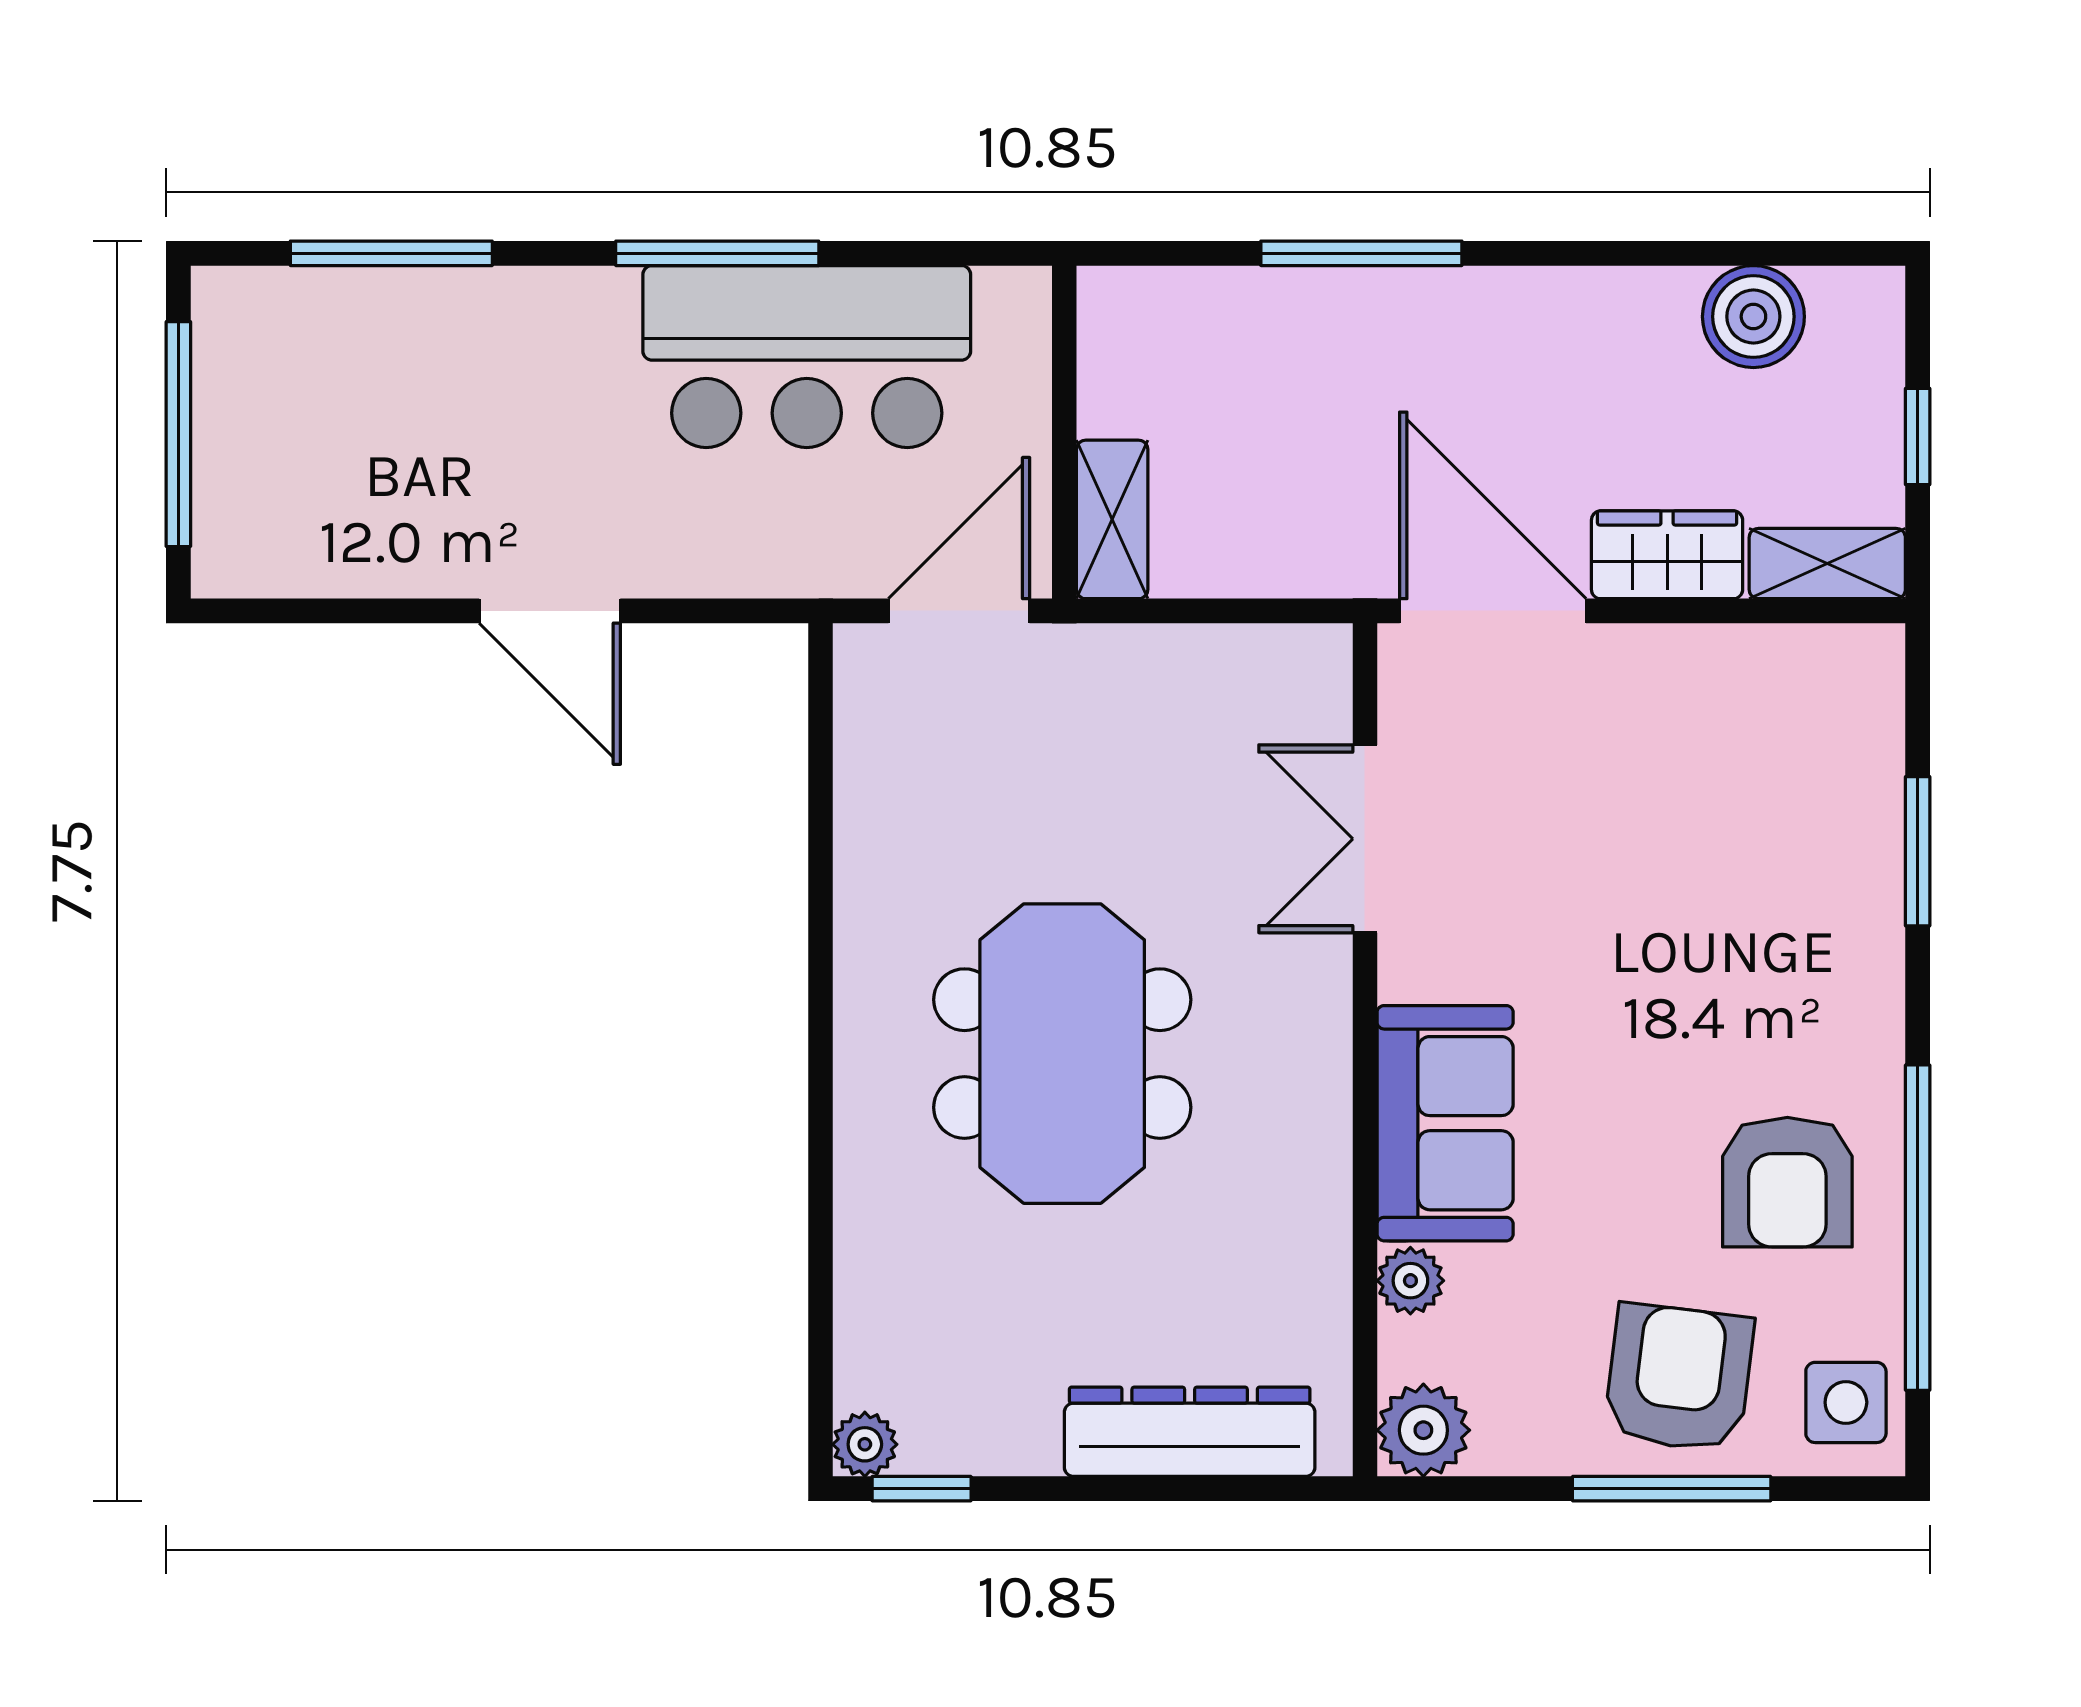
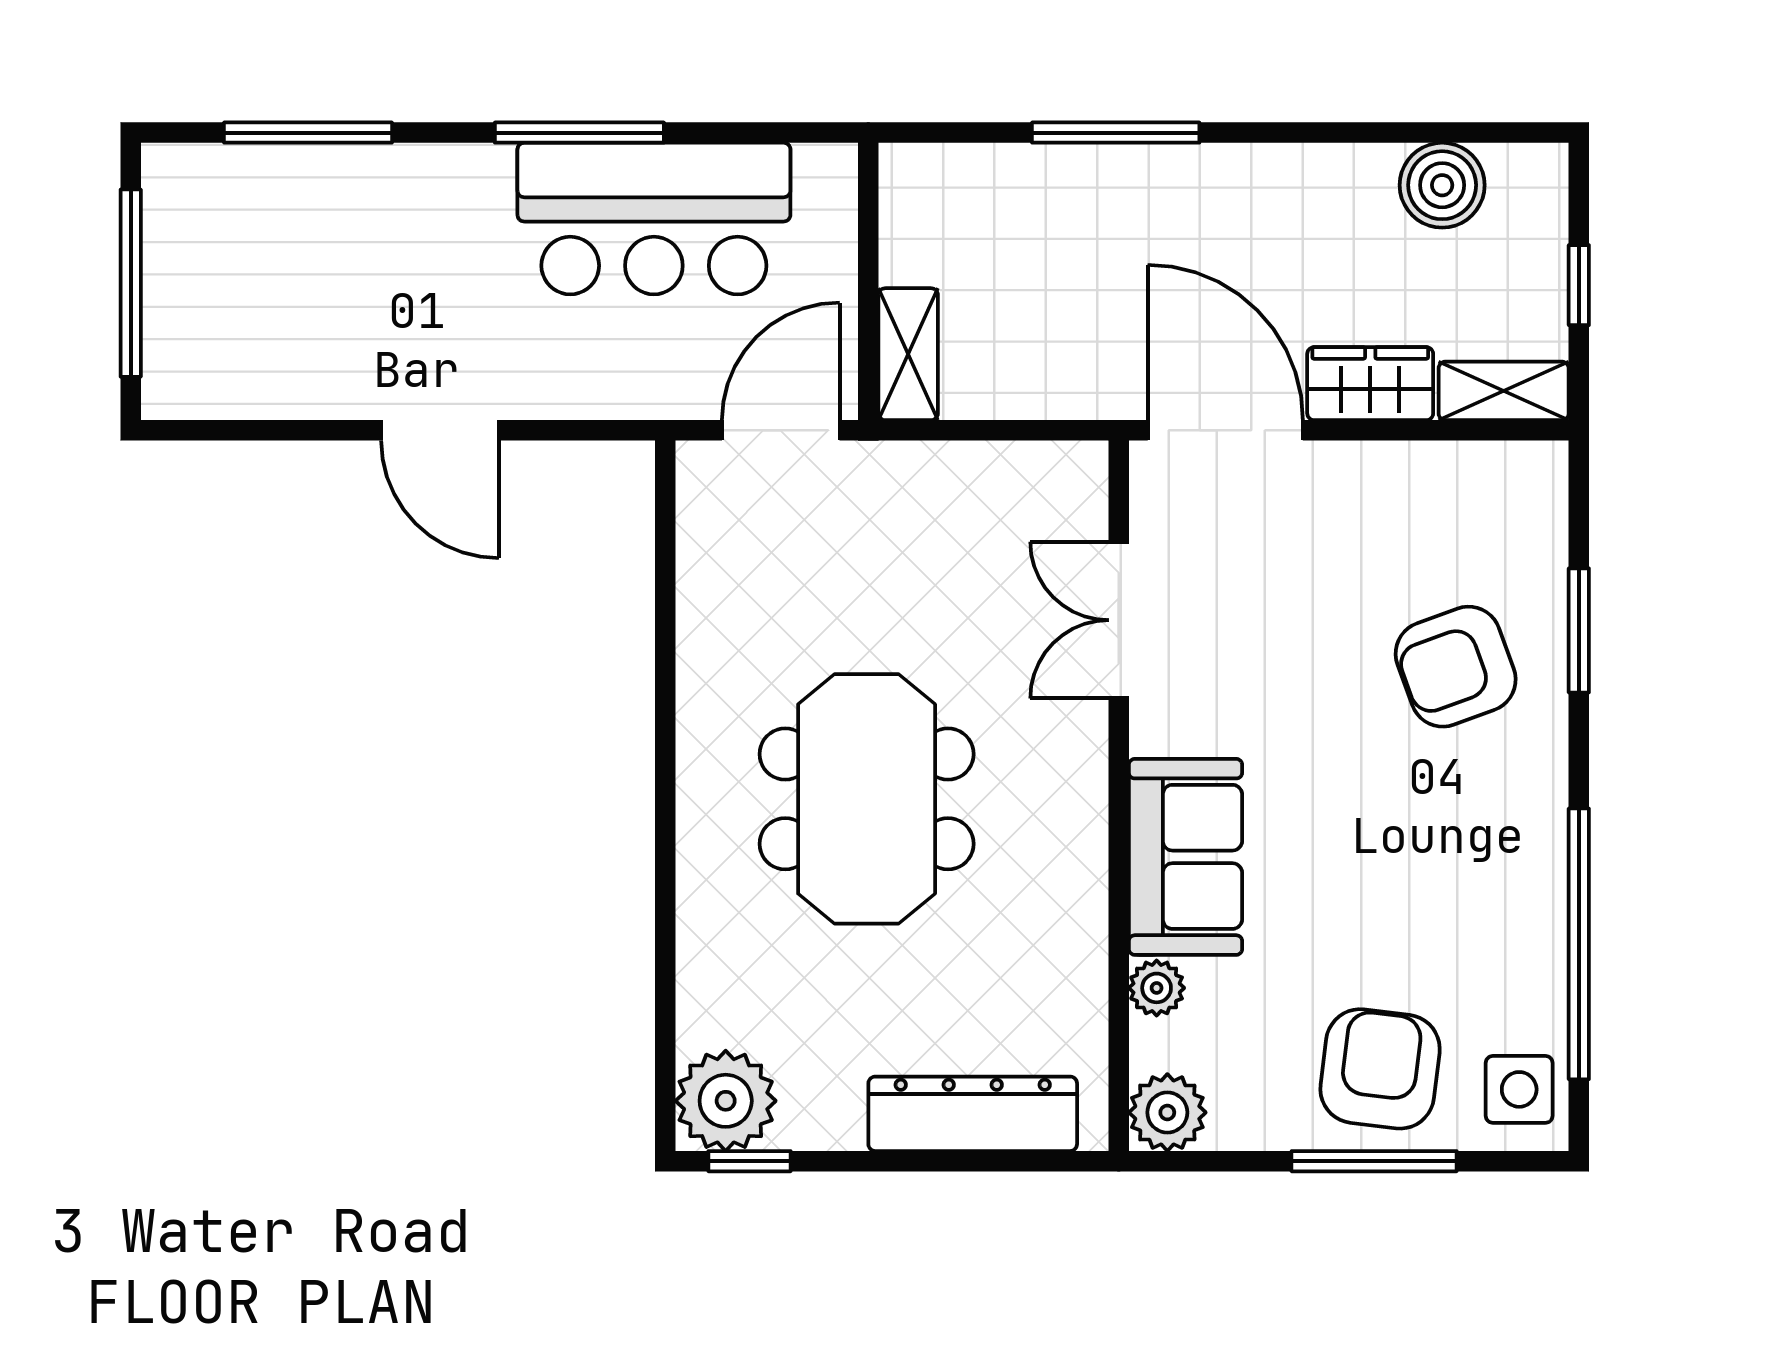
armchair: (1787, 1182) -> (1456, 667), moved, turned 70
plant: (865, 1444) -> (726, 1101), width x1.88, depth x1.88

